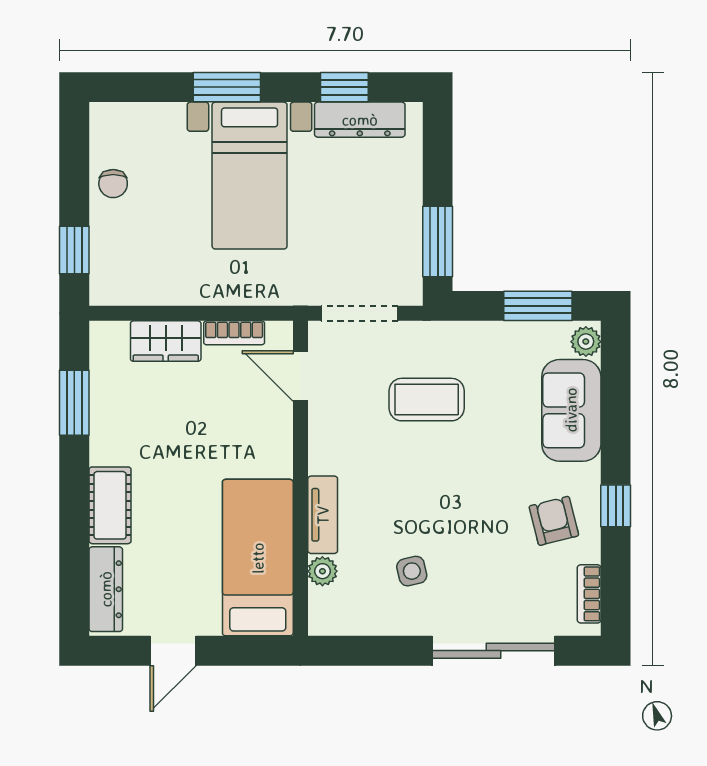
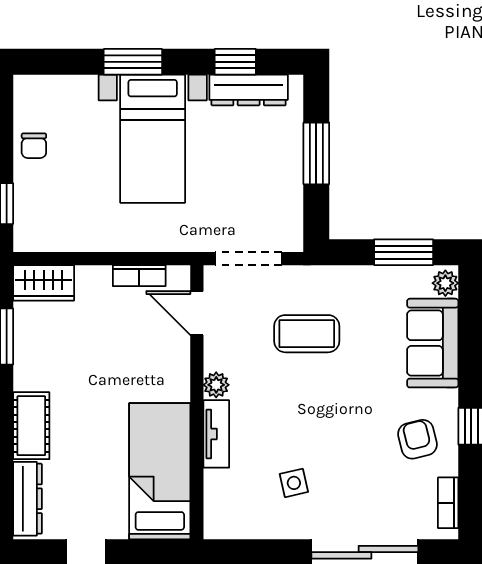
window: (438, 241) -> (316, 153), moved
wardrobe: (166, 341) -> (44, 283), moved
plant: (322, 571) -> (216, 385), moved

